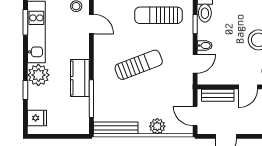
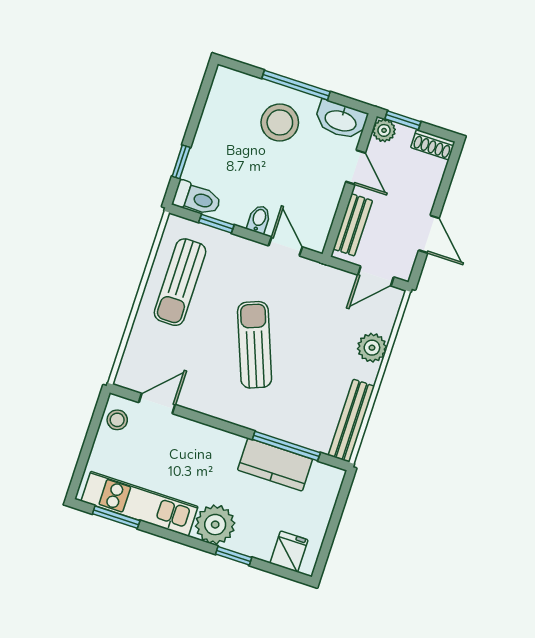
kitchen counter: (80, 78) -> (275, 465), moved

